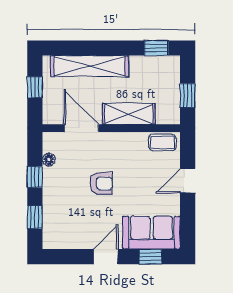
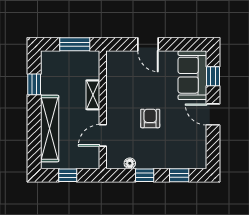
window: (156, 48) -> (34, 84), moved
window: (188, 95) -> (75, 44), width x1.50
shelving: (129, 114) -> (93, 95), width x0.67, depth x0.75
door: (81, 128) -> (103, 135), width x0.73
coffee table: (162, 142) -> (115, 66), removed

